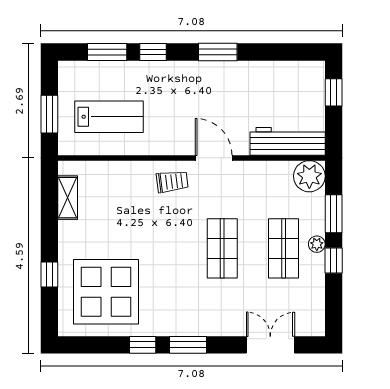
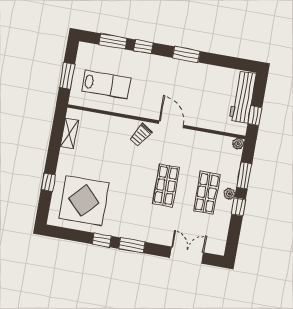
window: (334, 92) -> (255, 116), moved
workbench: (288, 141) -> (243, 97), moved, turned -90
plant: (309, 176) -> (238, 144), width x0.53, depth x0.53
trolley: (172, 182) -> (141, 135), turned 129

